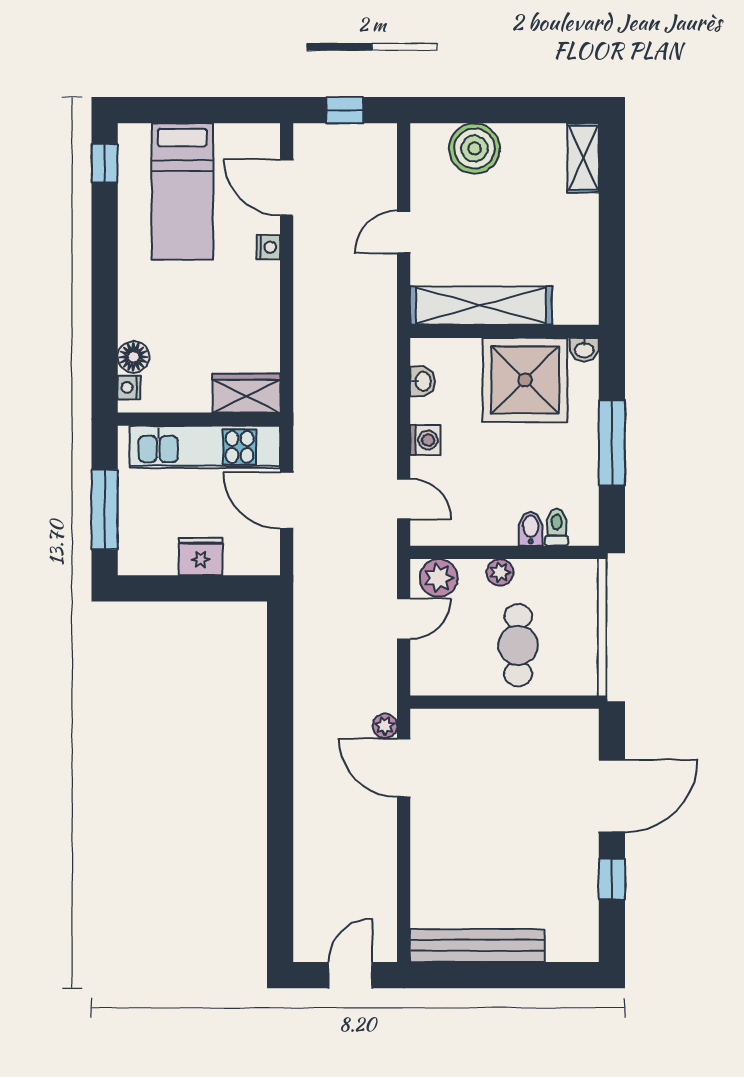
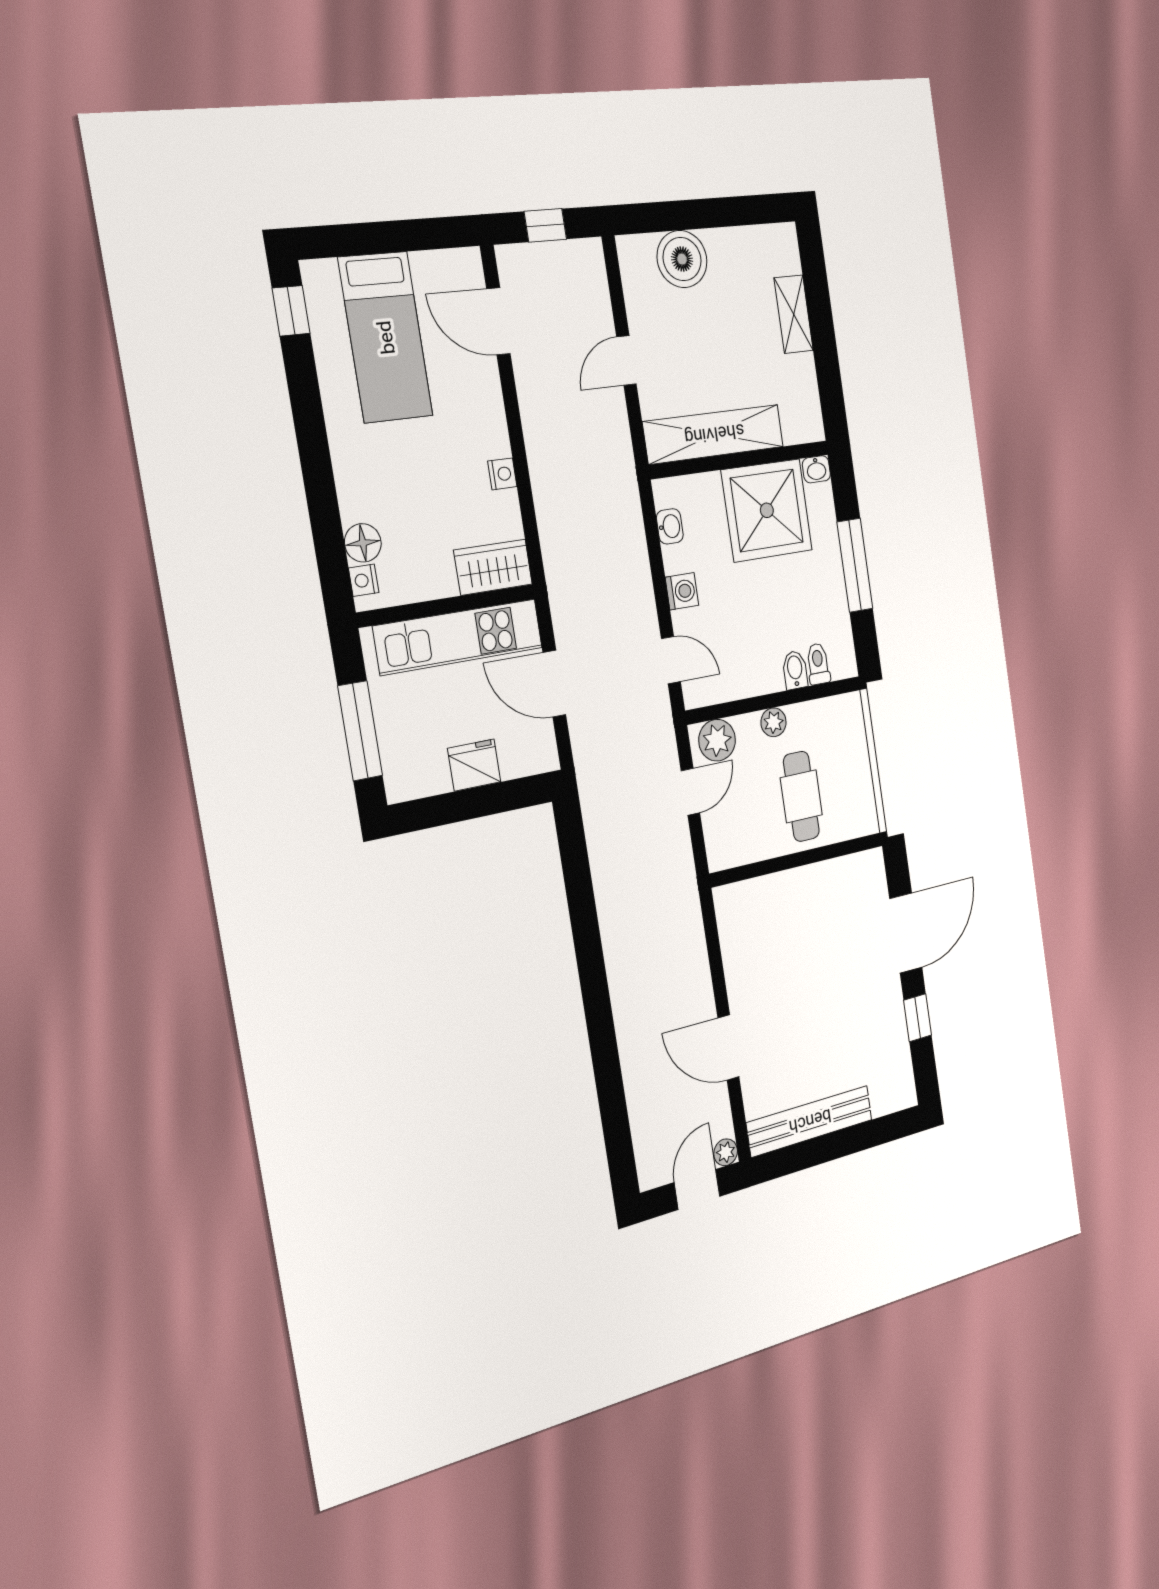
shelving: (583, 158) -> (794, 314), moved
nightstand: (268, 247) -> (502, 474), moved
plant: (385, 726) -> (726, 1152), moved
door: (404, 768) -> (728, 1047), moved

